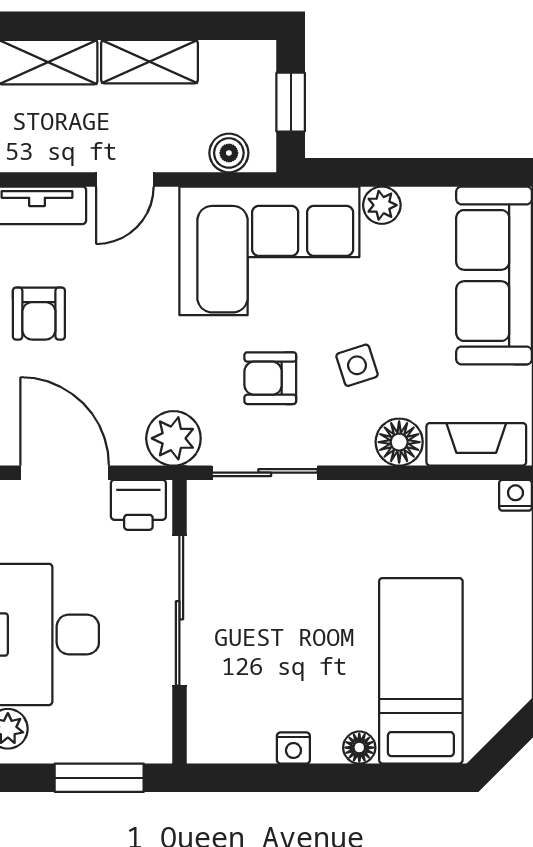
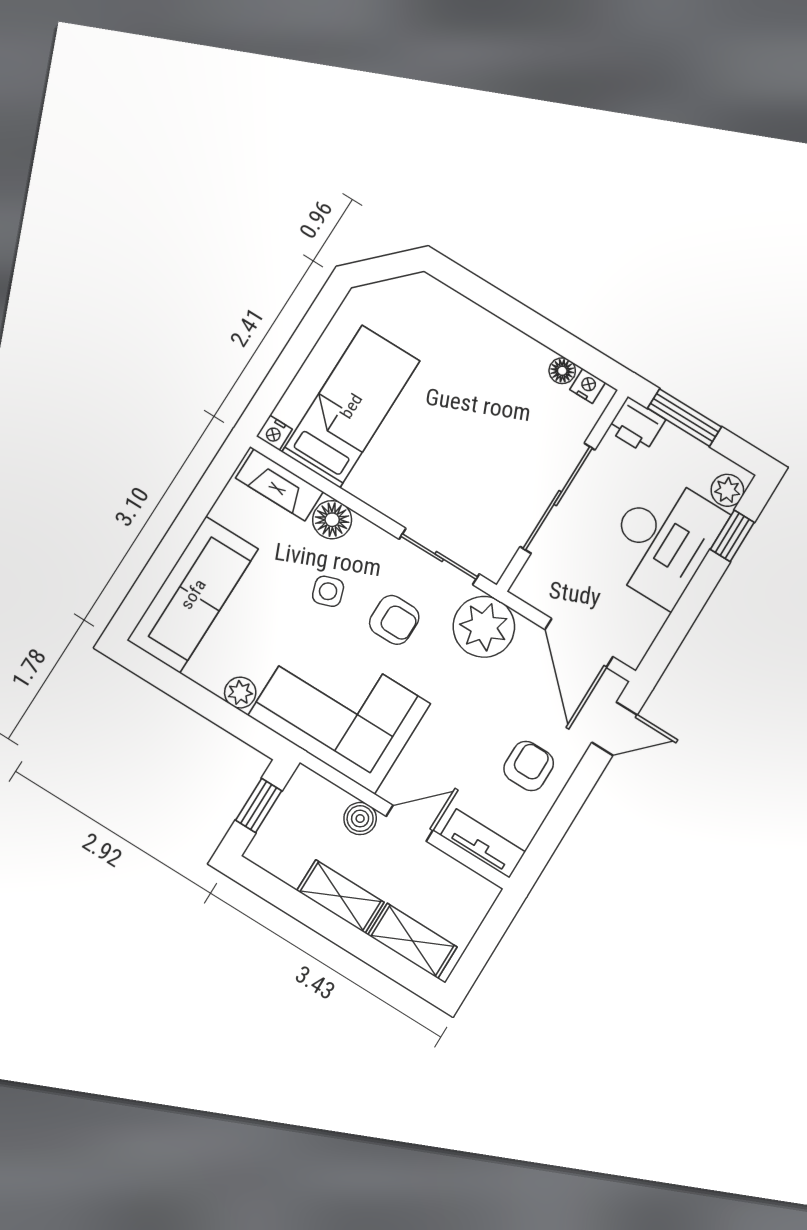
boiler: (229, 153) -> (360, 819), moved
plant: (173, 438) -> (484, 627), width x1.36, depth x1.36
printer: (138, 505) -> (636, 425), moved, turned 180
bed: (421, 671) -> (351, 406), moved, turned 180
nightstand: (293, 748) -> (588, 386), moved
floor lamp: (359, 748) -> (562, 371), moved

